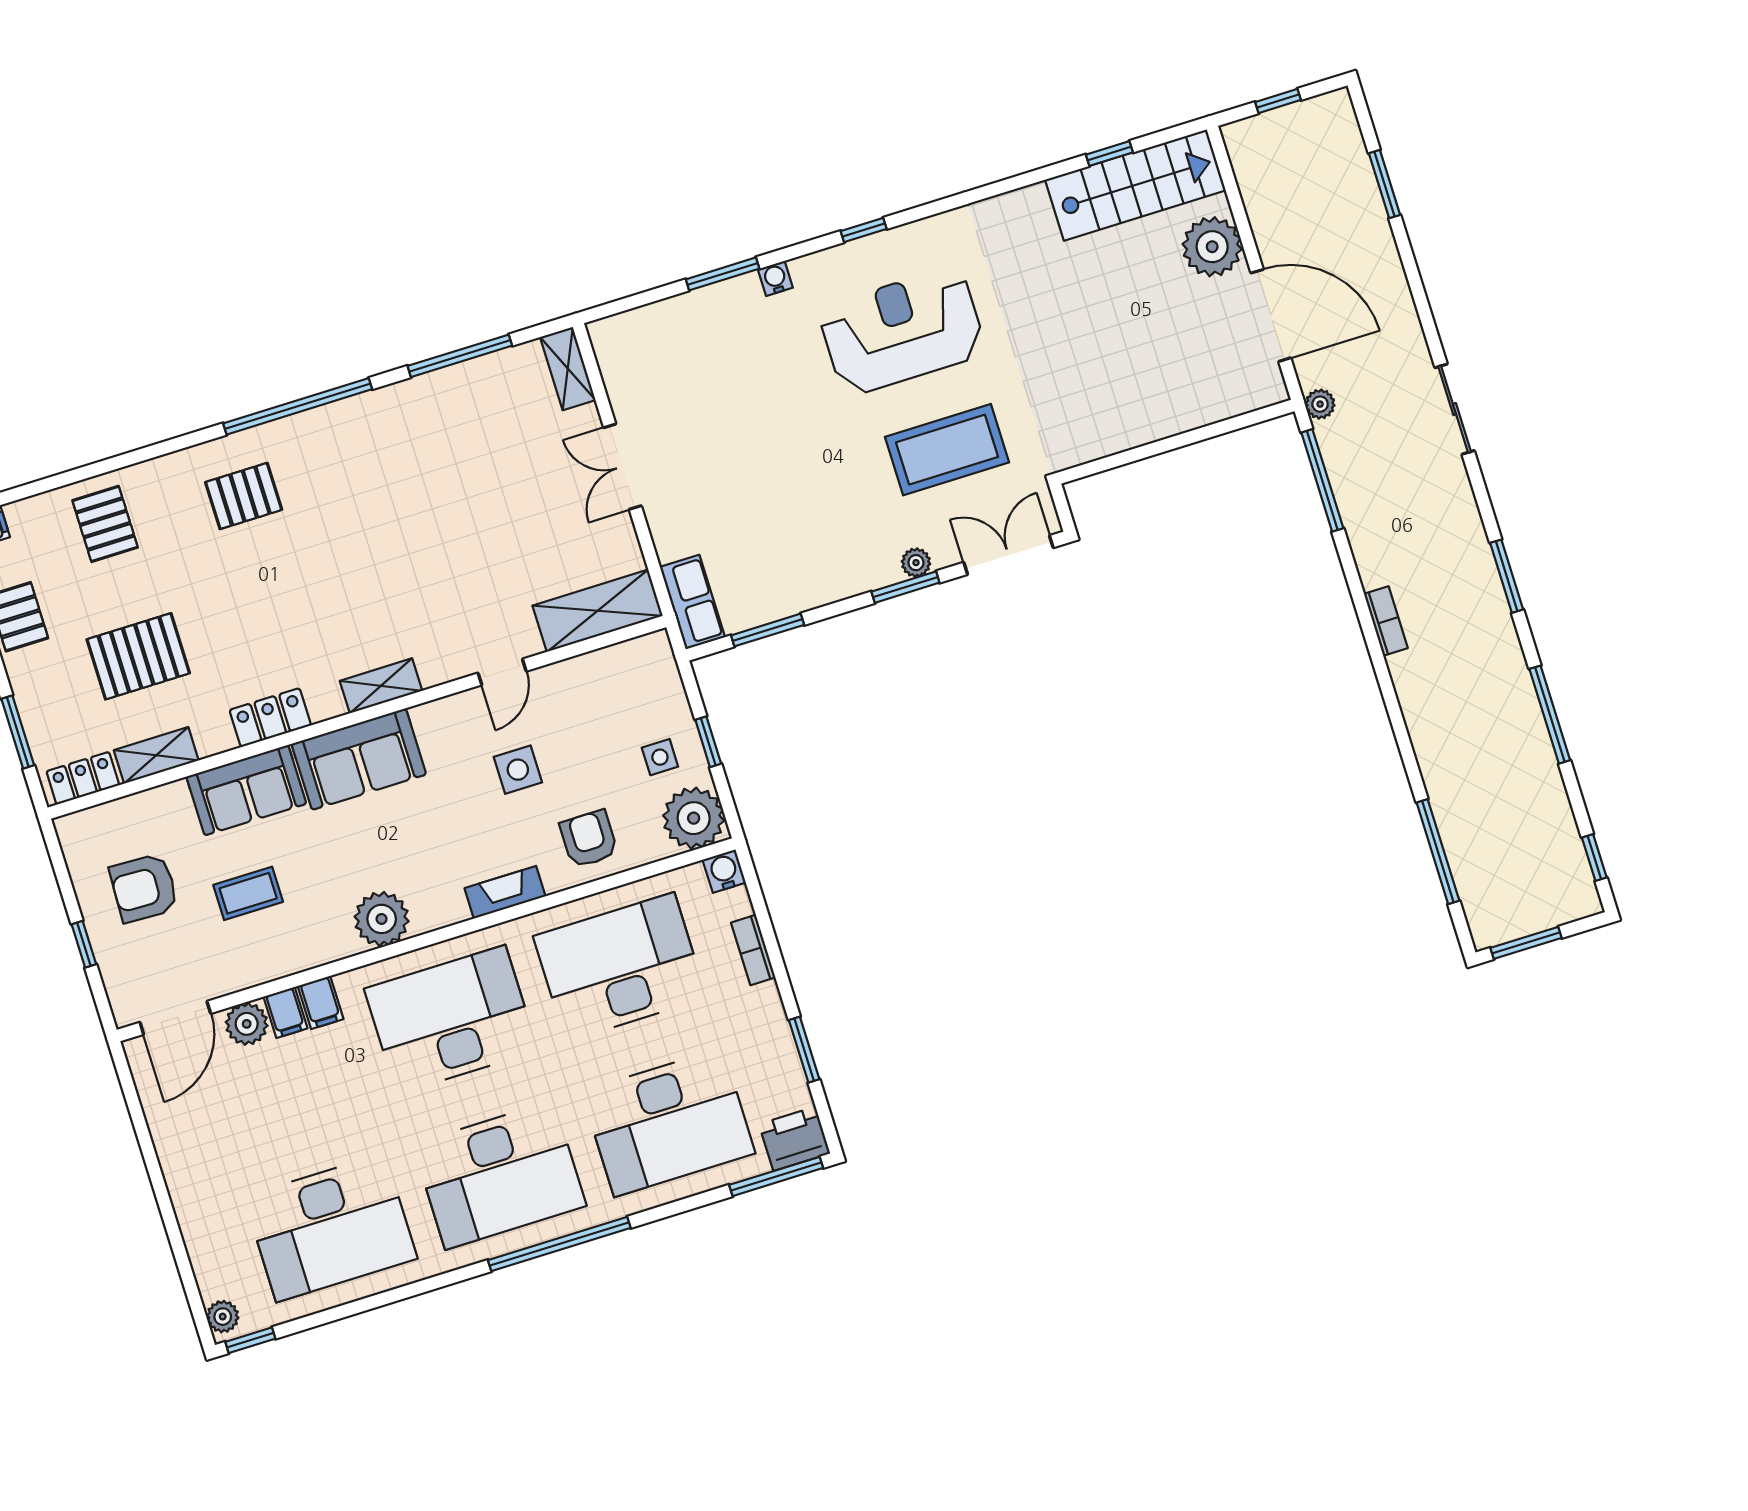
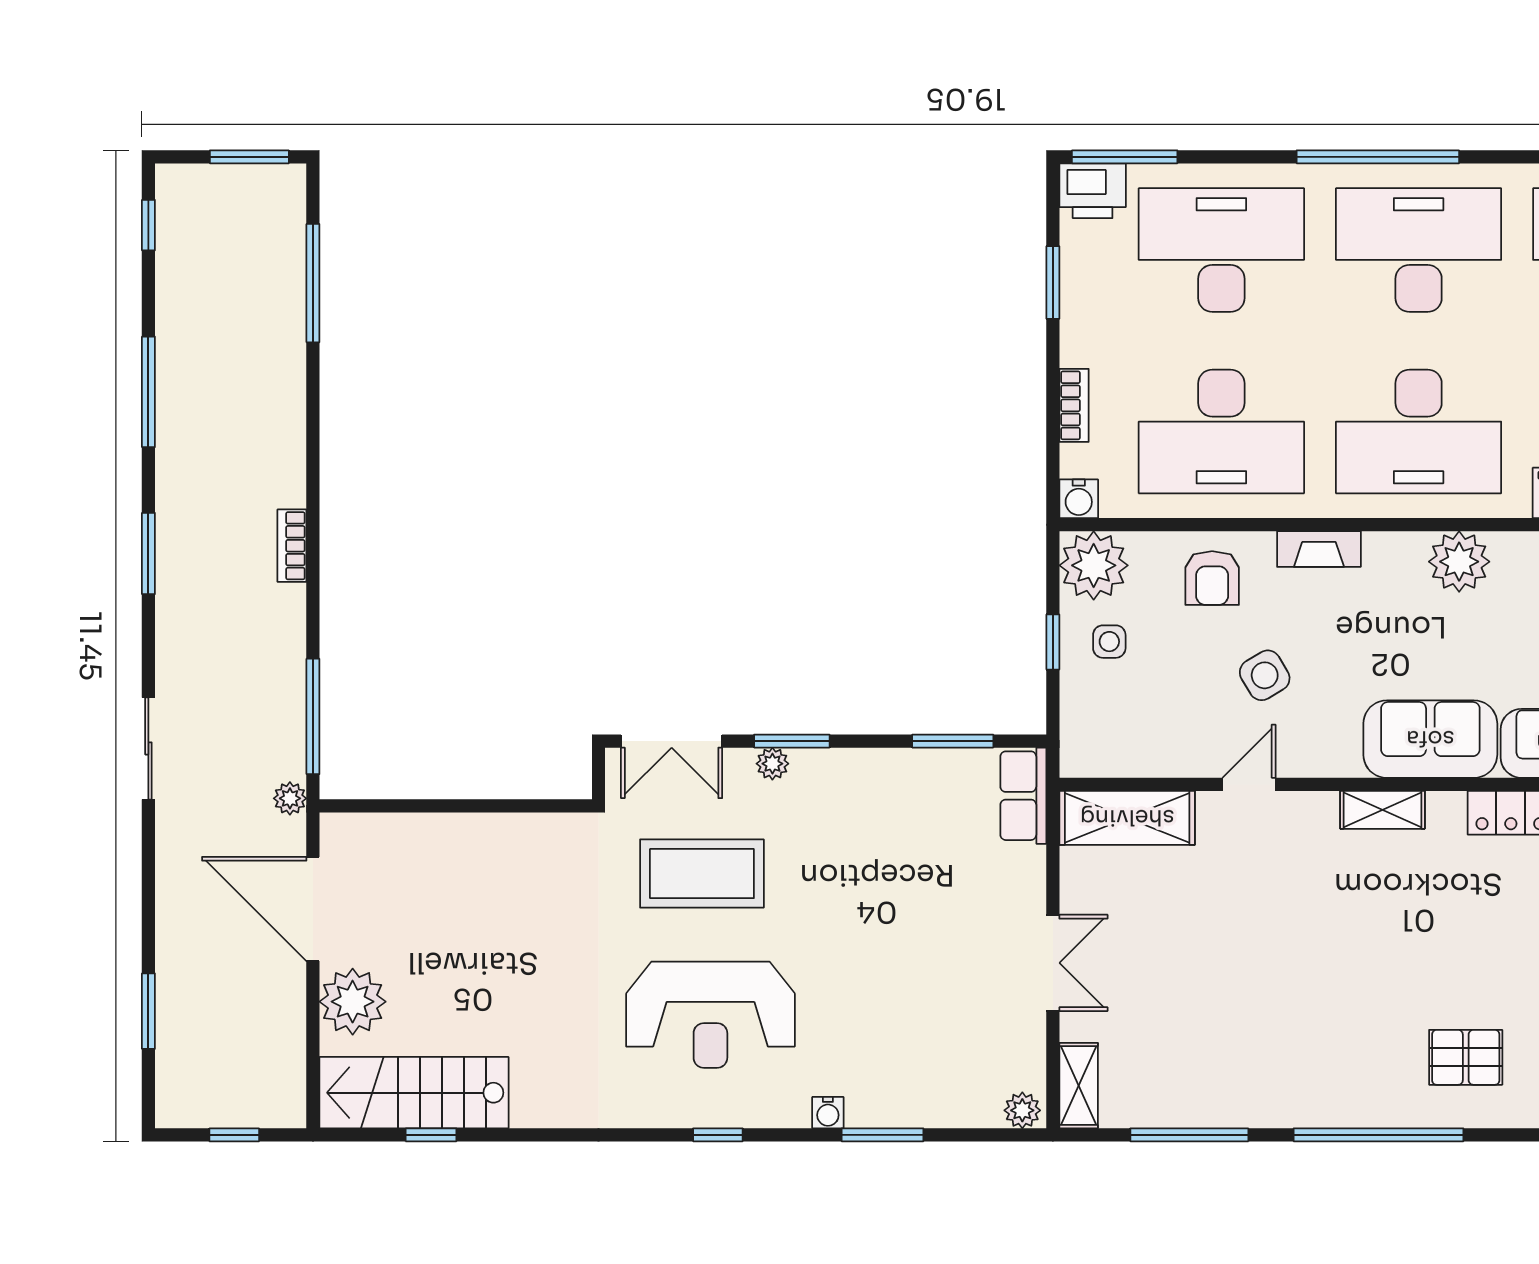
plant: (609, 332) -> (1022, 1110), added
side table: (518, 770) -> (1265, 675), turned -31

